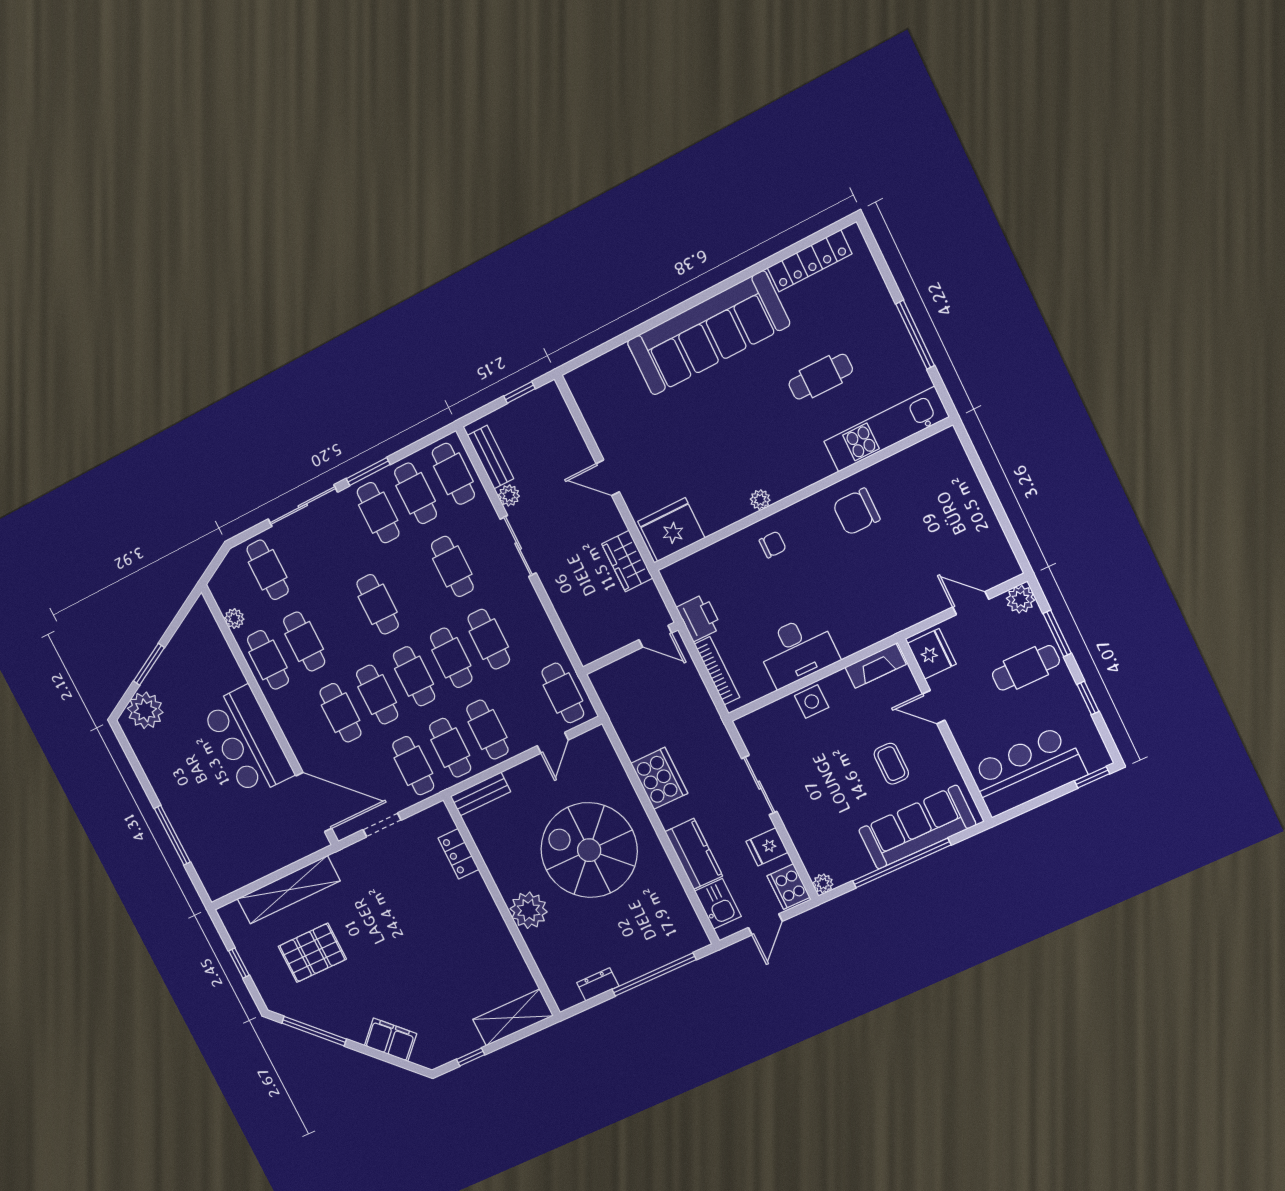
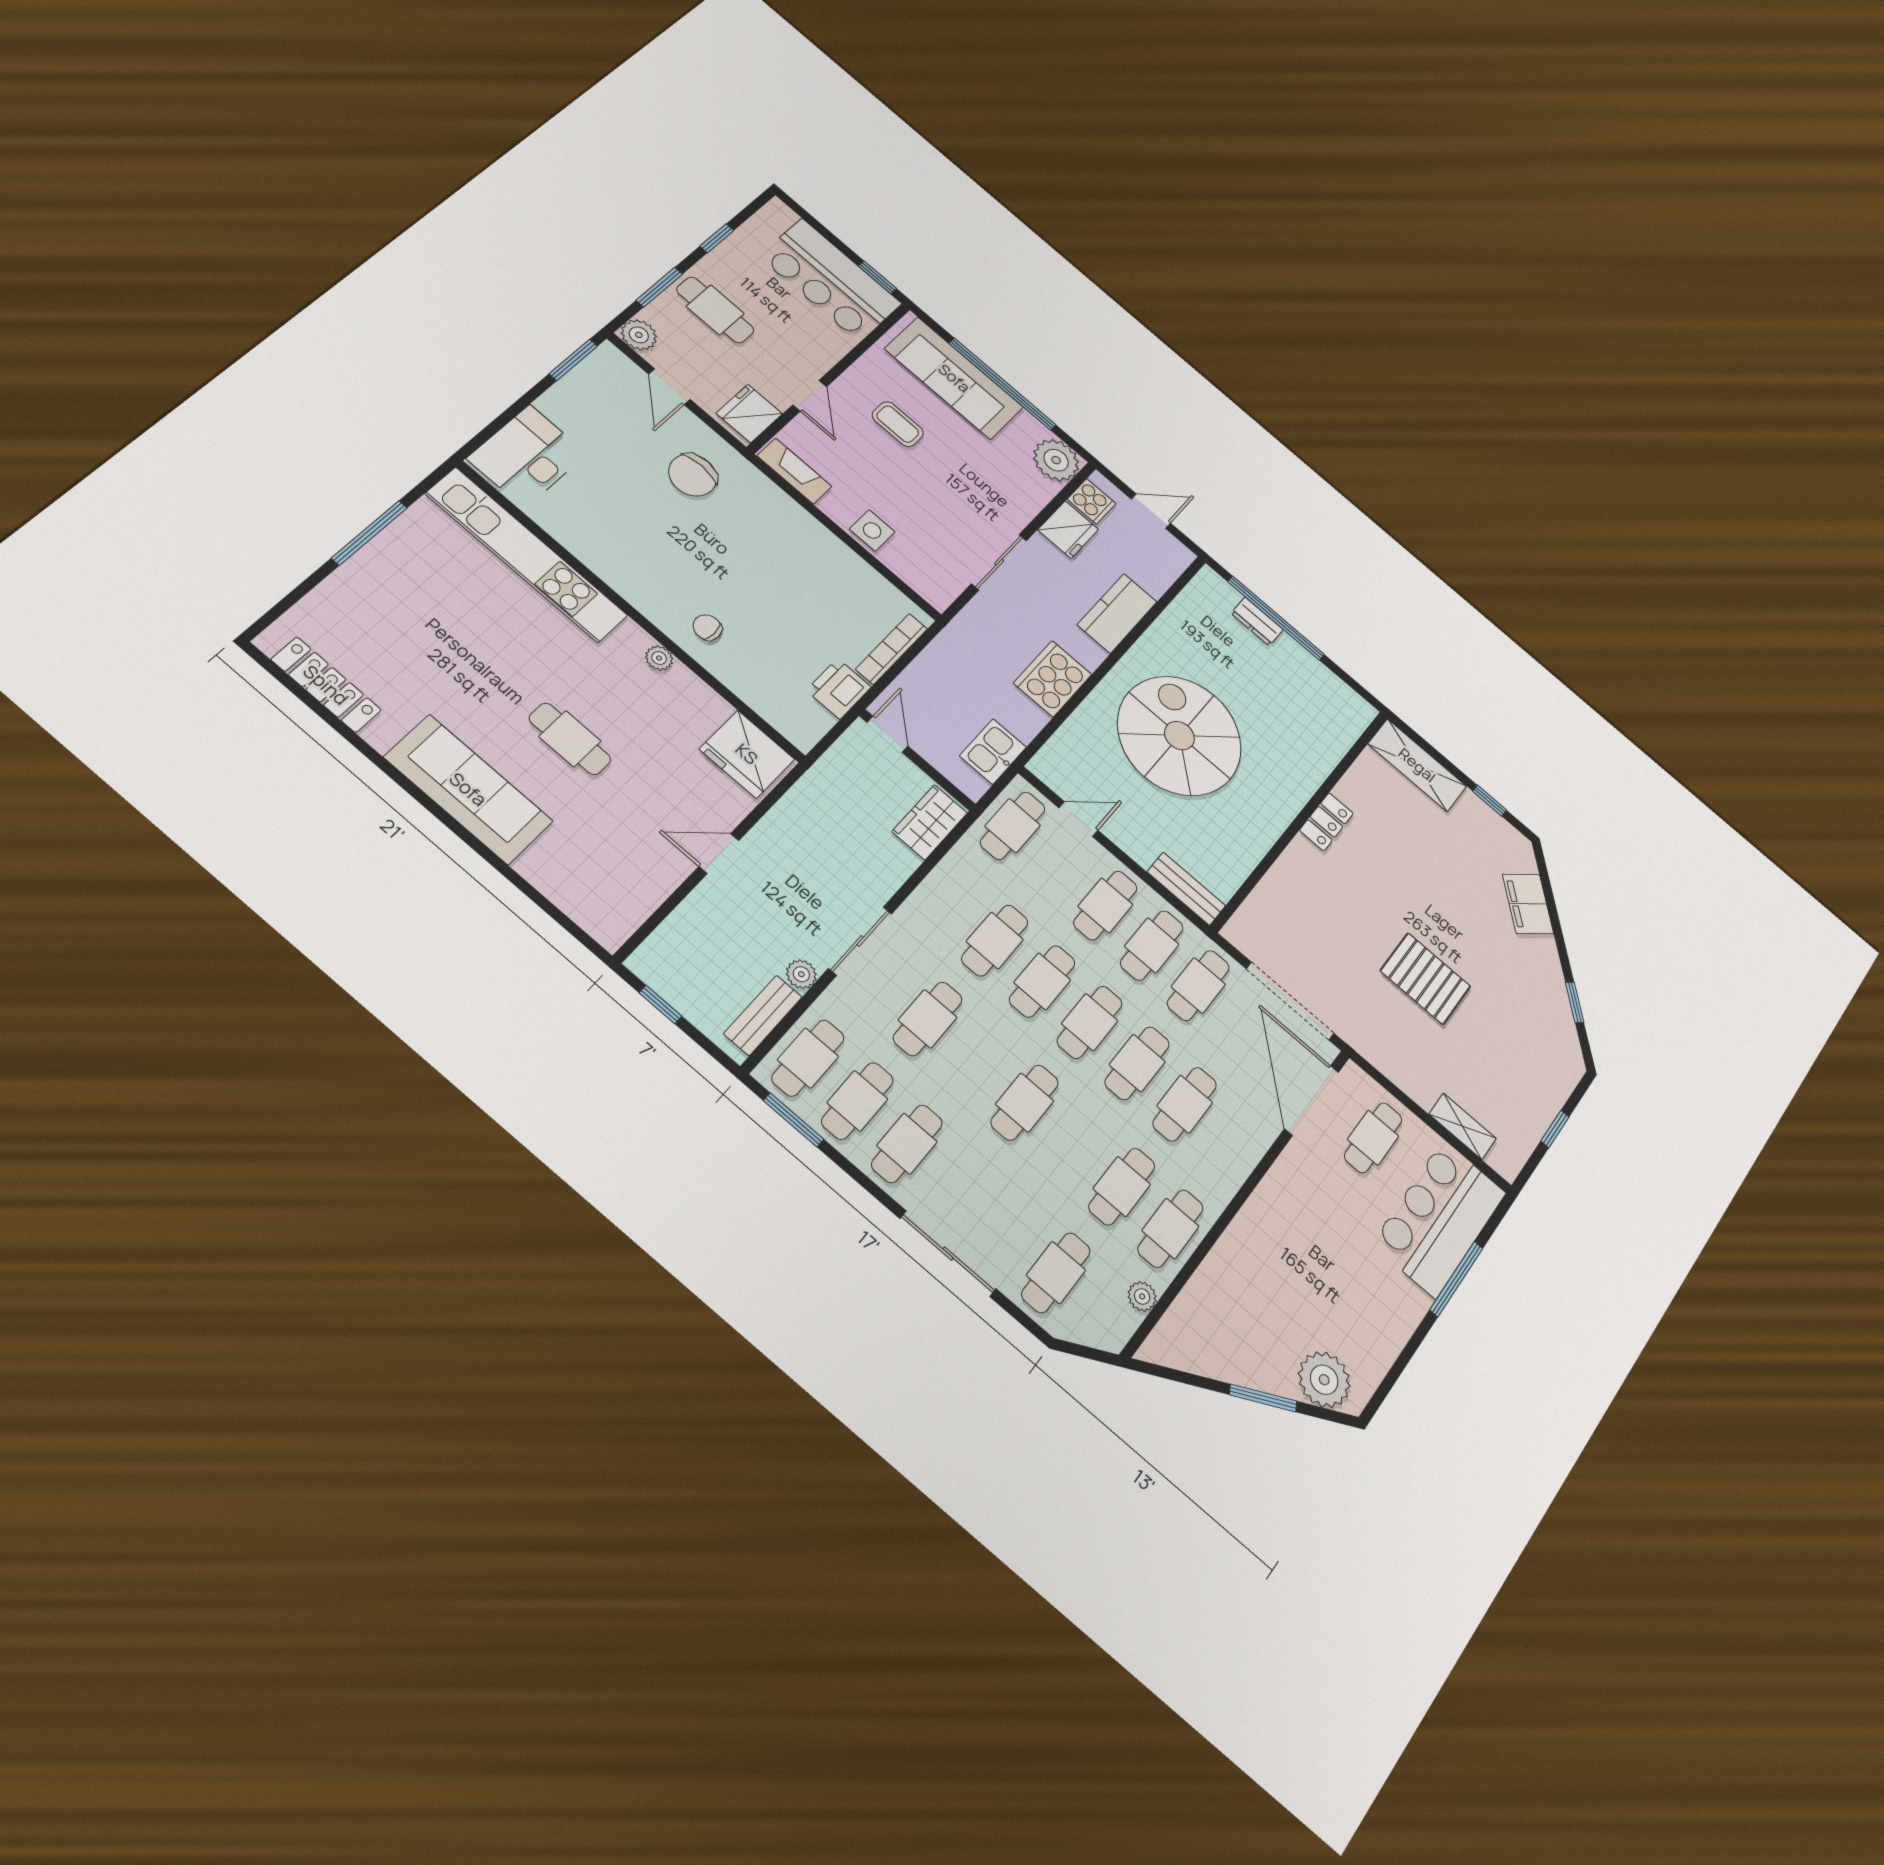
sofa: (708, 333) -> (468, 789), width x0.74, depth x0.79
cafe table: (821, 377) -> (570, 739), moved
kitchen unit: (886, 429) -> (526, 555), width x1.36
window: (368, 472) -> (794, 1120), moved
door: (608, 478) -> (719, 854), swing flipped
chair: (856, 512) -> (693, 475), moved, turned 90
window: (1013, 540) -> (573, 360), added
wardrobe: (627, 561) -> (930, 822), moved, turned 180
desk: (797, 651) -> (527, 456), moved, turned -90
bar counter: (248, 741) -> (1440, 1218), moved, turned 180
coffee table: (891, 764) -> (898, 424), turned 90
window: (1092, 777) -> (878, 277), moved
doorway: (382, 825) -> (1290, 1001), width x1.88
cafe table: (276, 831) -> (1373, 1138), added
fridge: (767, 847) -> (1068, 530), width x1.38
spiral stairs: (589, 850) -> (1179, 736), turned 180
locker: (458, 854) -> (1326, 822), moved
plant: (823, 883) -> (1056, 460), width x1.88, depth x1.88
cooker: (789, 887) -> (1092, 501), width x0.73
shelving: (289, 890) -> (1463, 1126), width x0.45, depth x0.75
kitchen sink: (718, 904) -> (993, 752), moved
plant: (529, 910) -> (1288, 786), removed
pallet: (312, 953) -> (1425, 979), moved
dresser: (598, 984) -> (1257, 621), moved
window: (314, 1031) -> (1575, 1002), width x0.46

